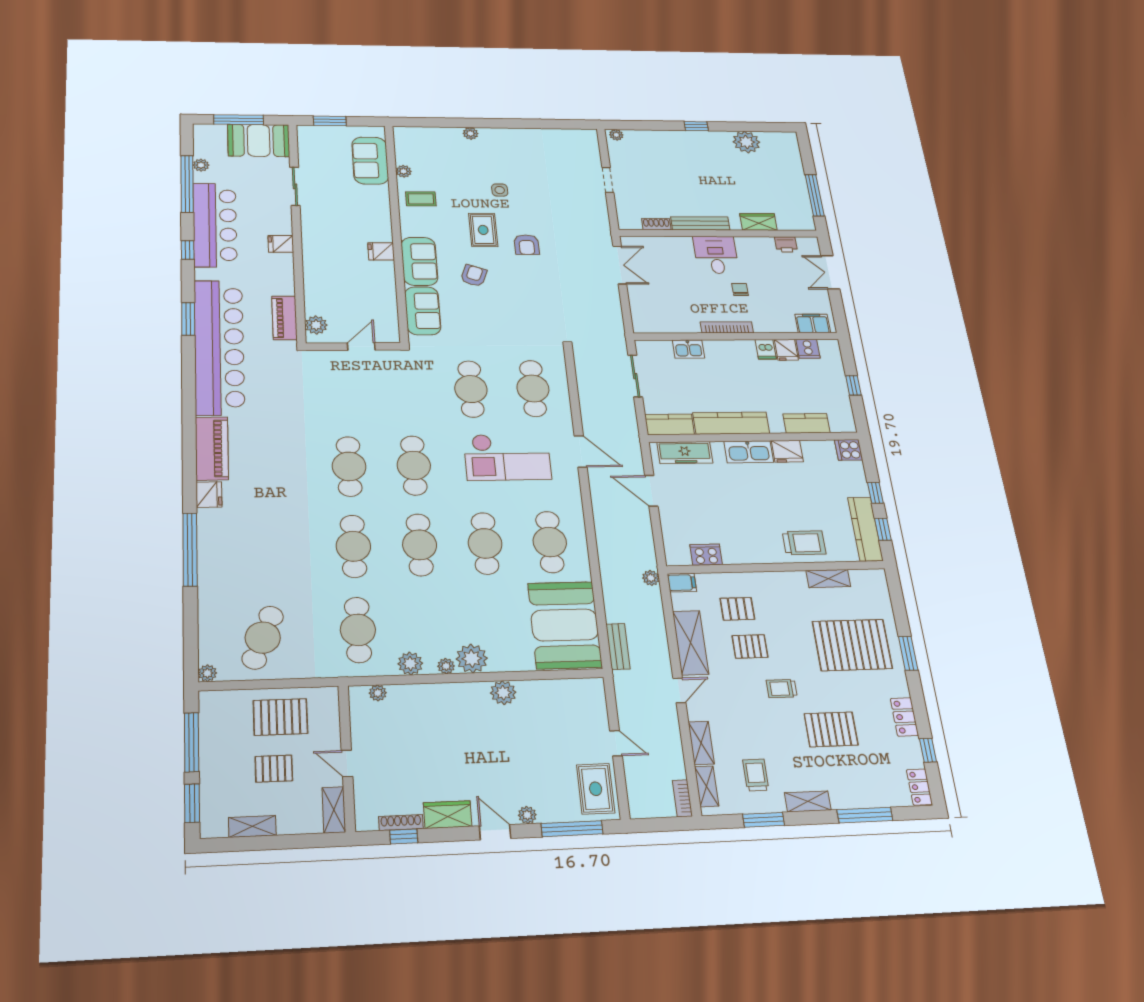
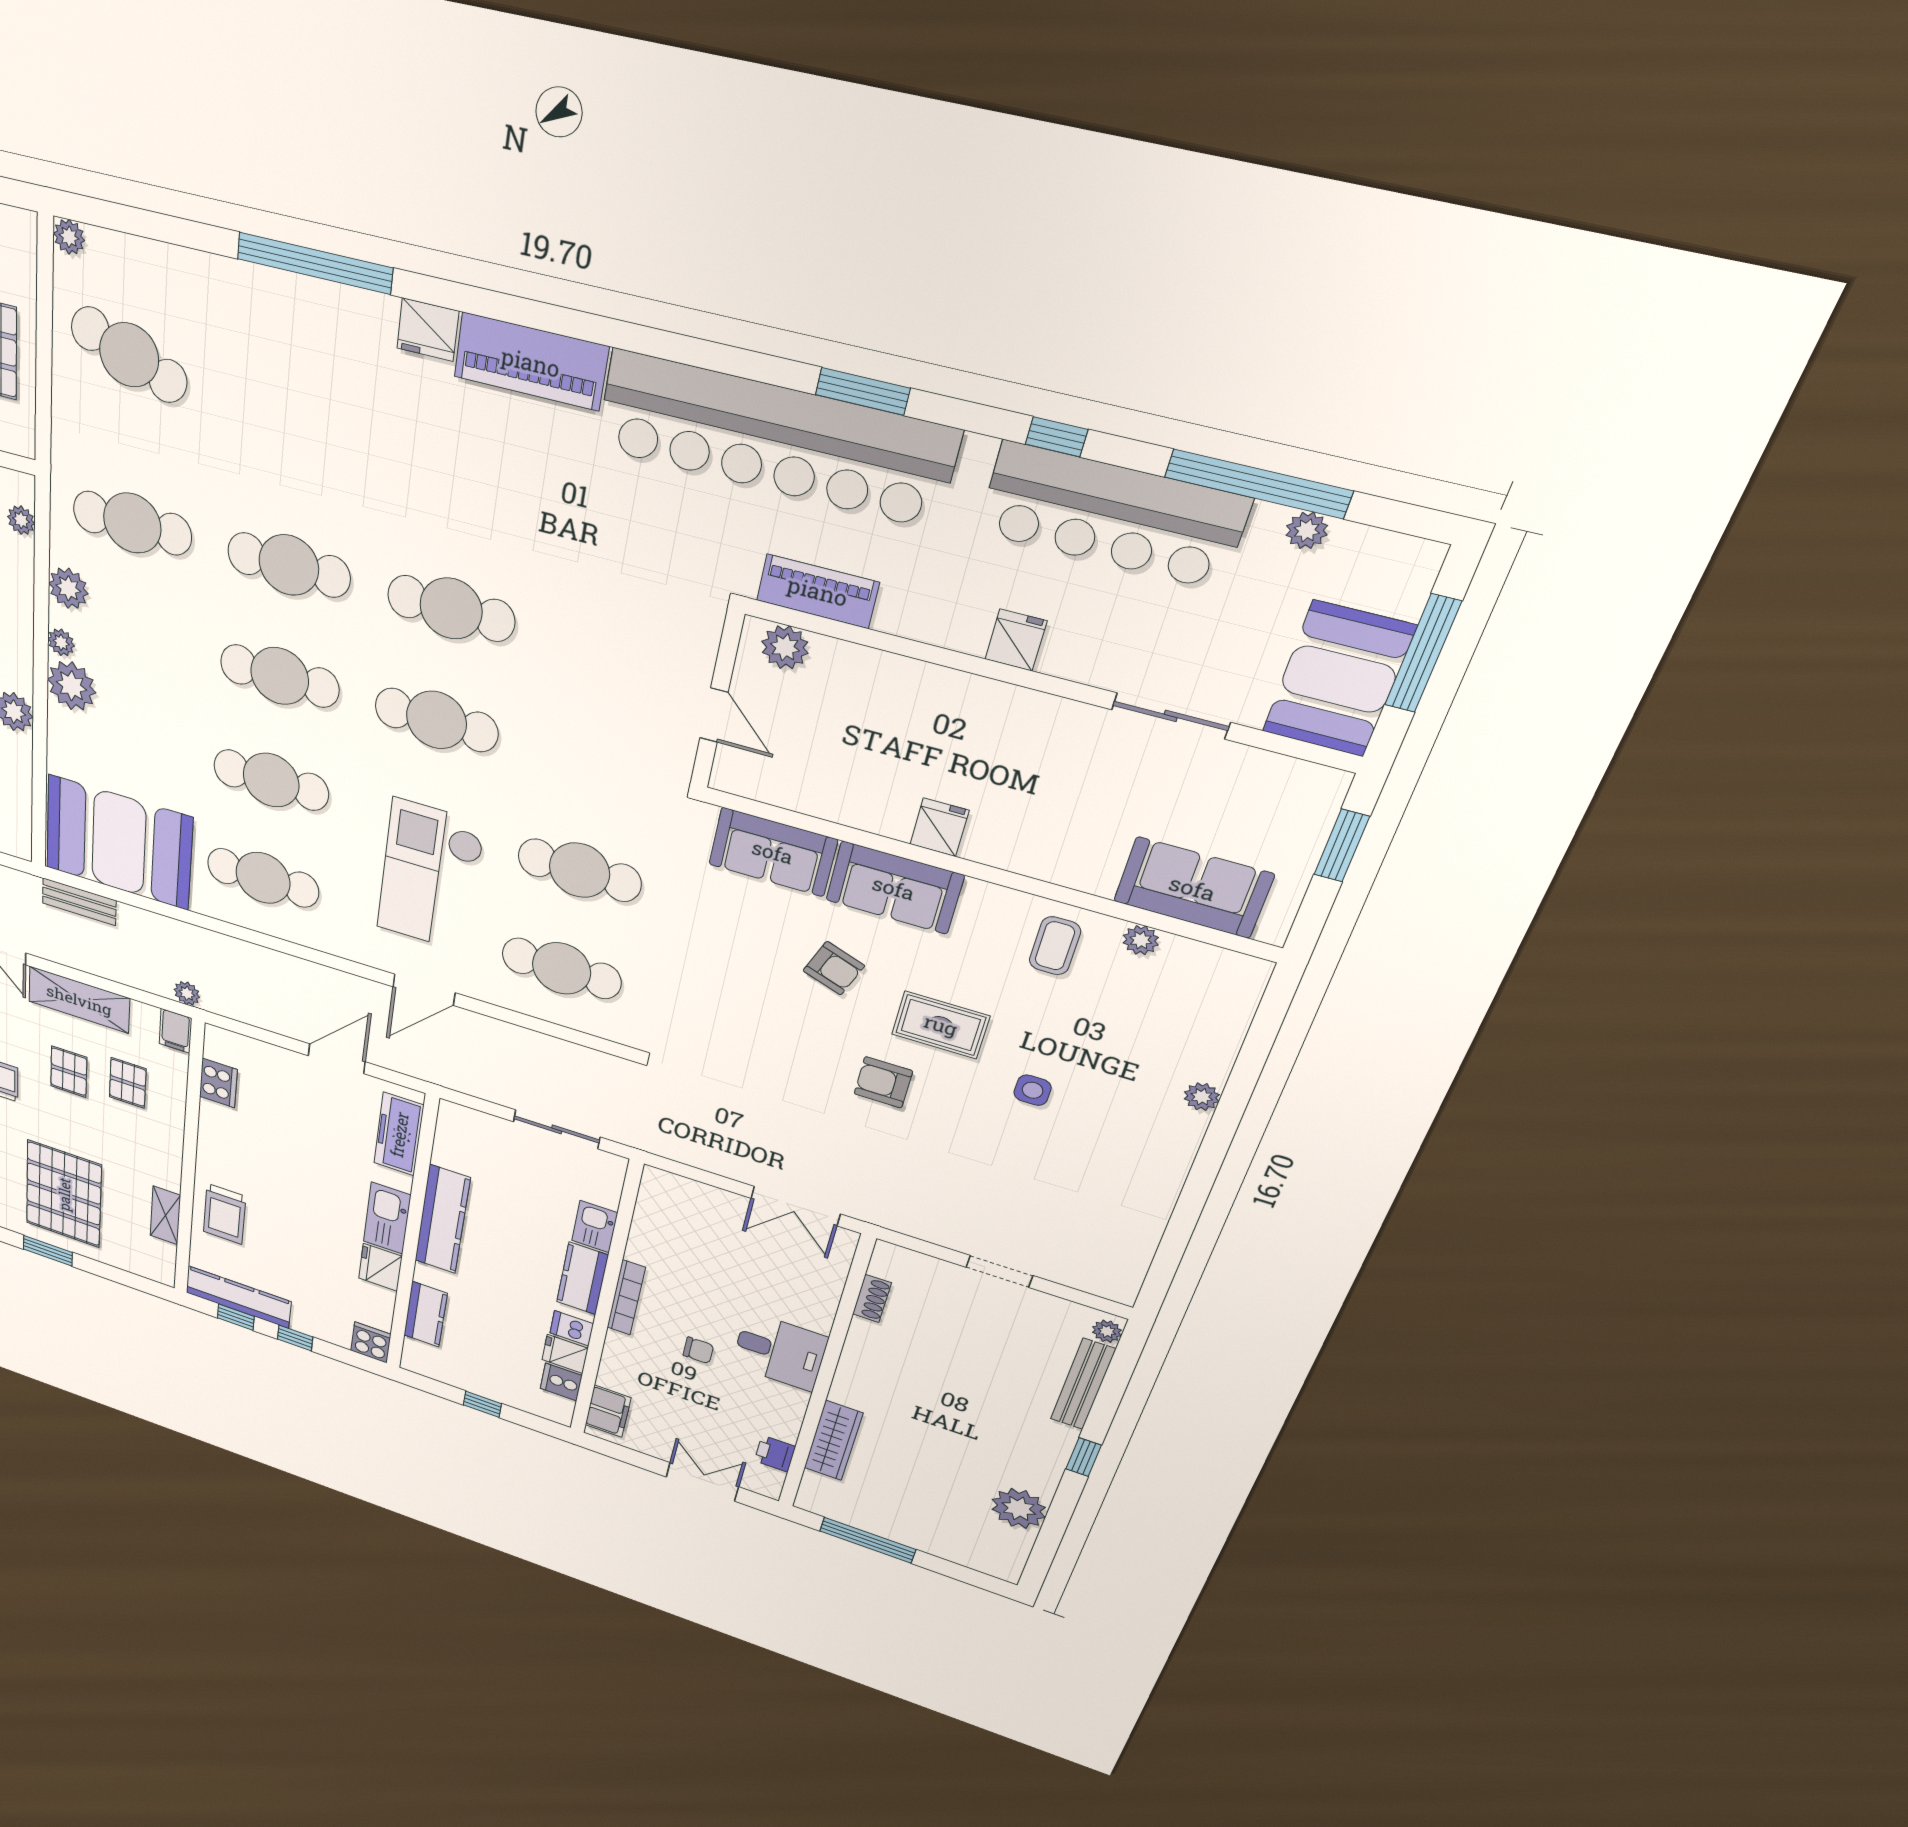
wardrobe: (758, 222) -> (833, 1441), width x1.50
bench: (700, 223) -> (1083, 1384), moved
kitchen counter: (670, 424) -> (582, 1279), moved, turned 180

